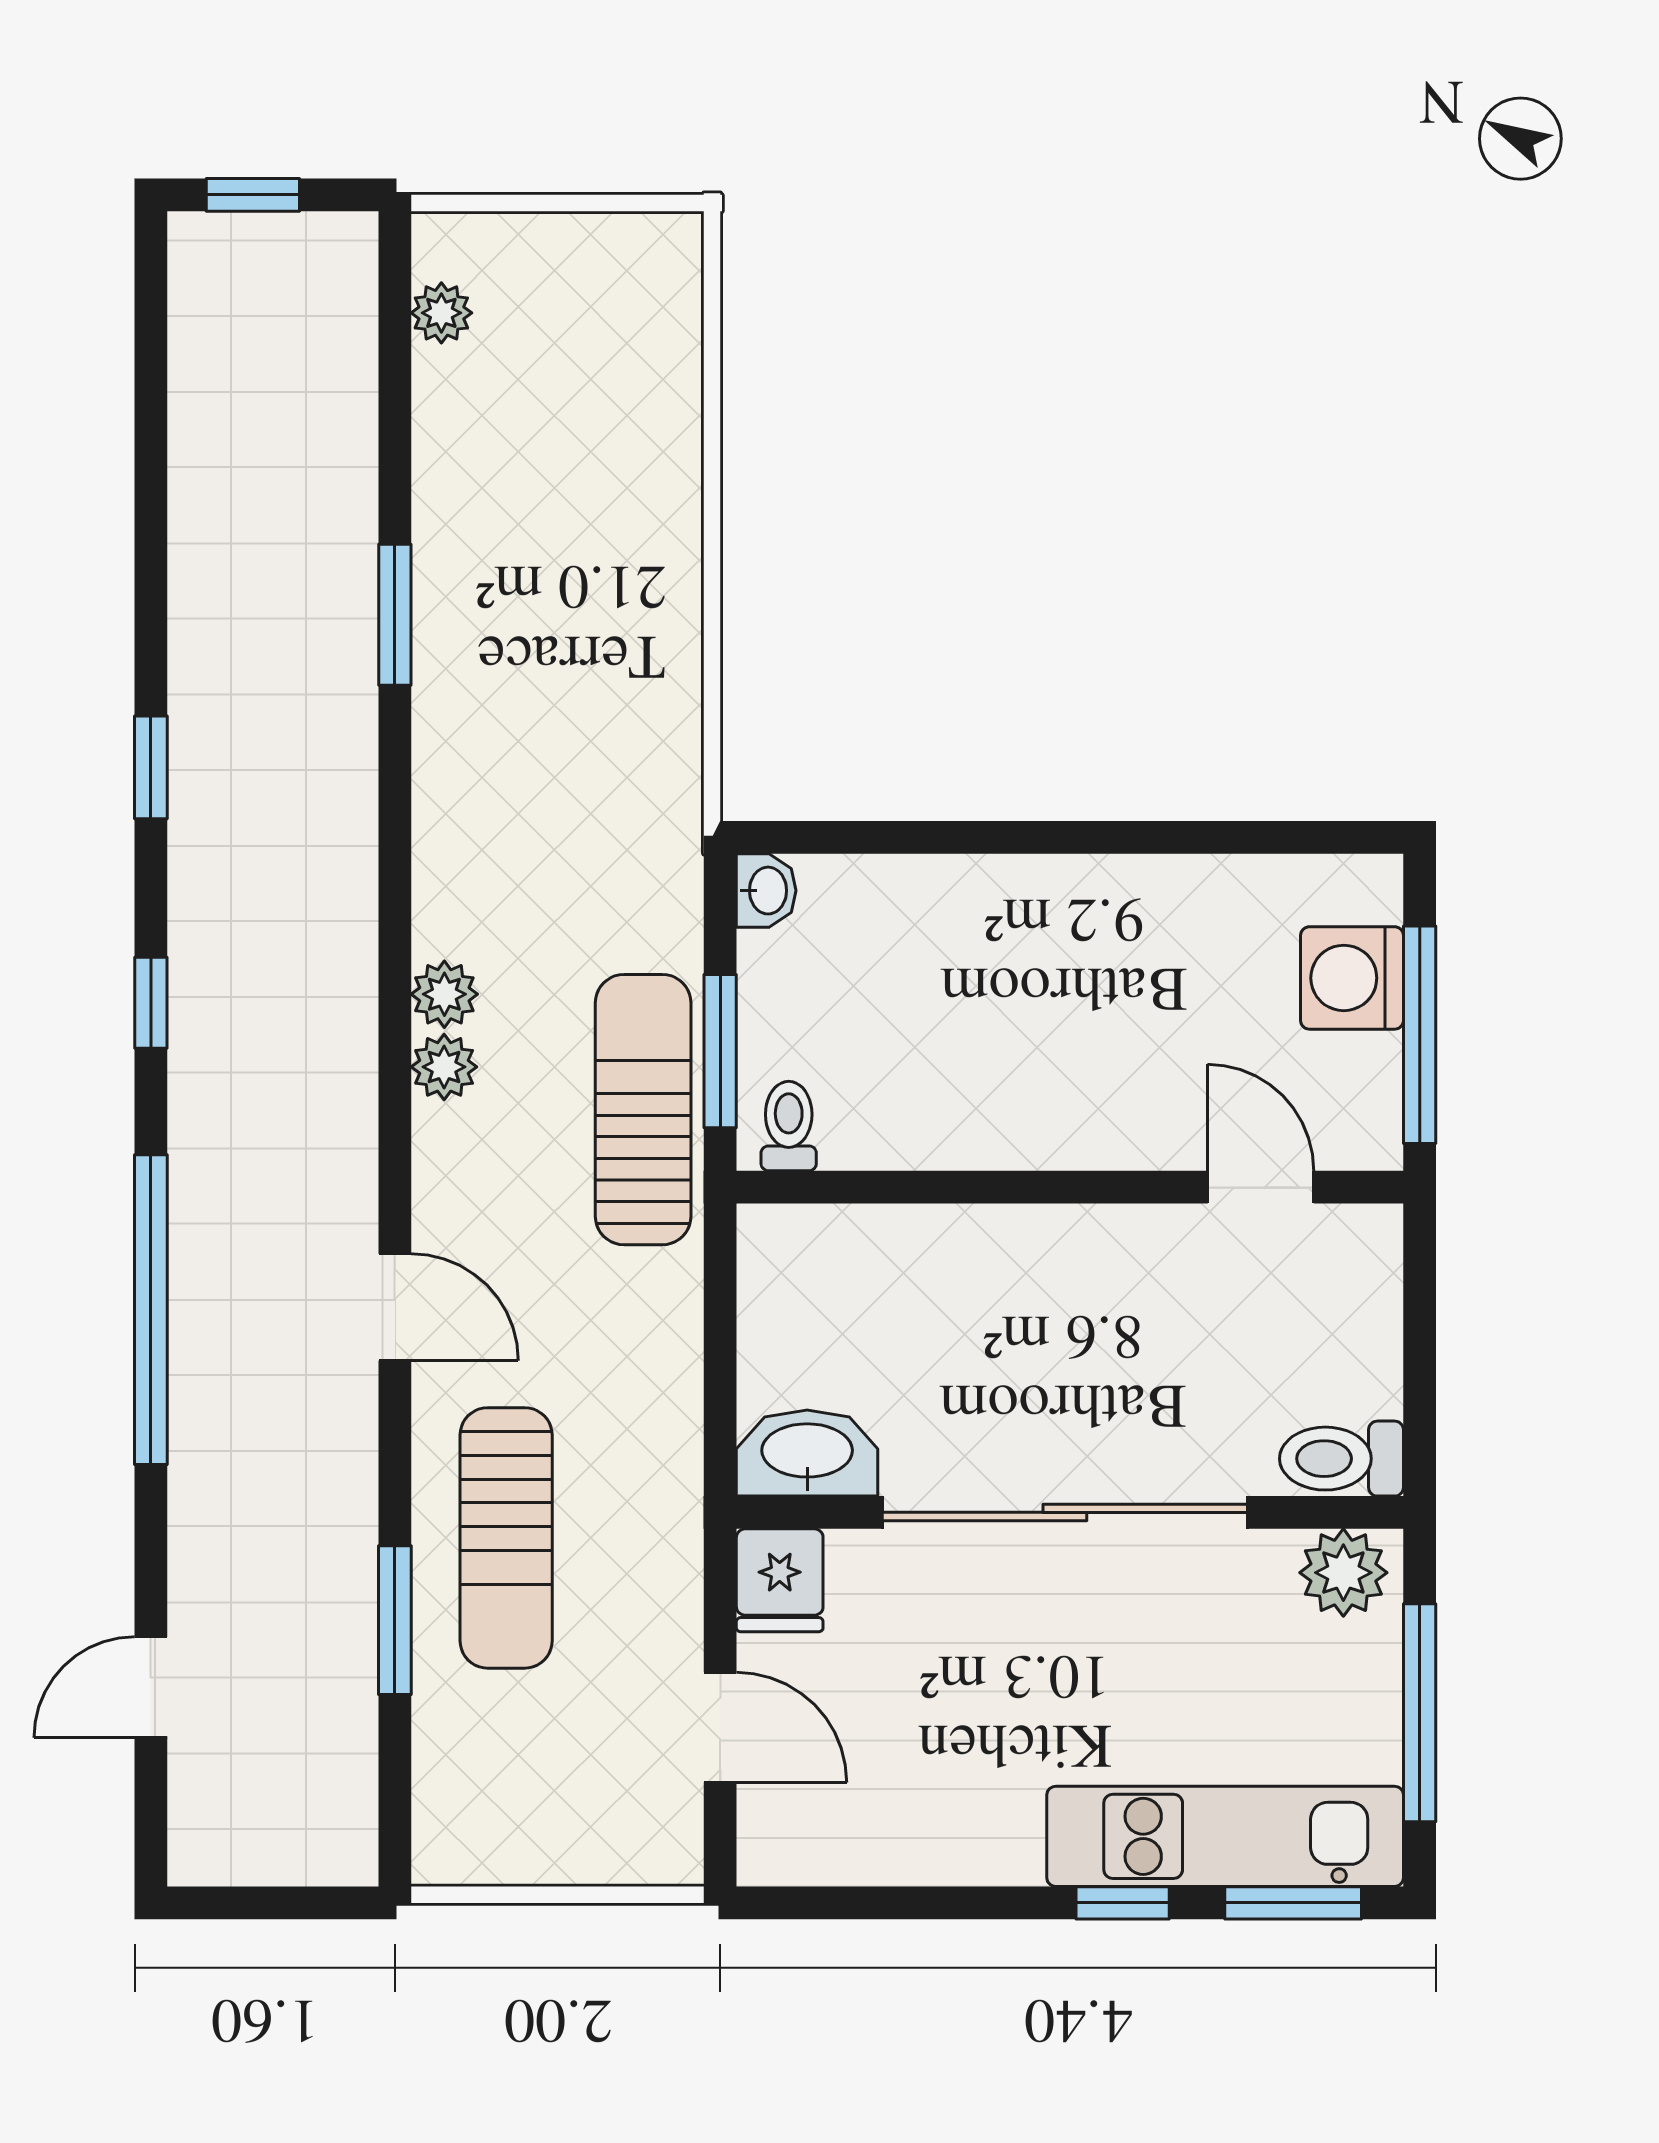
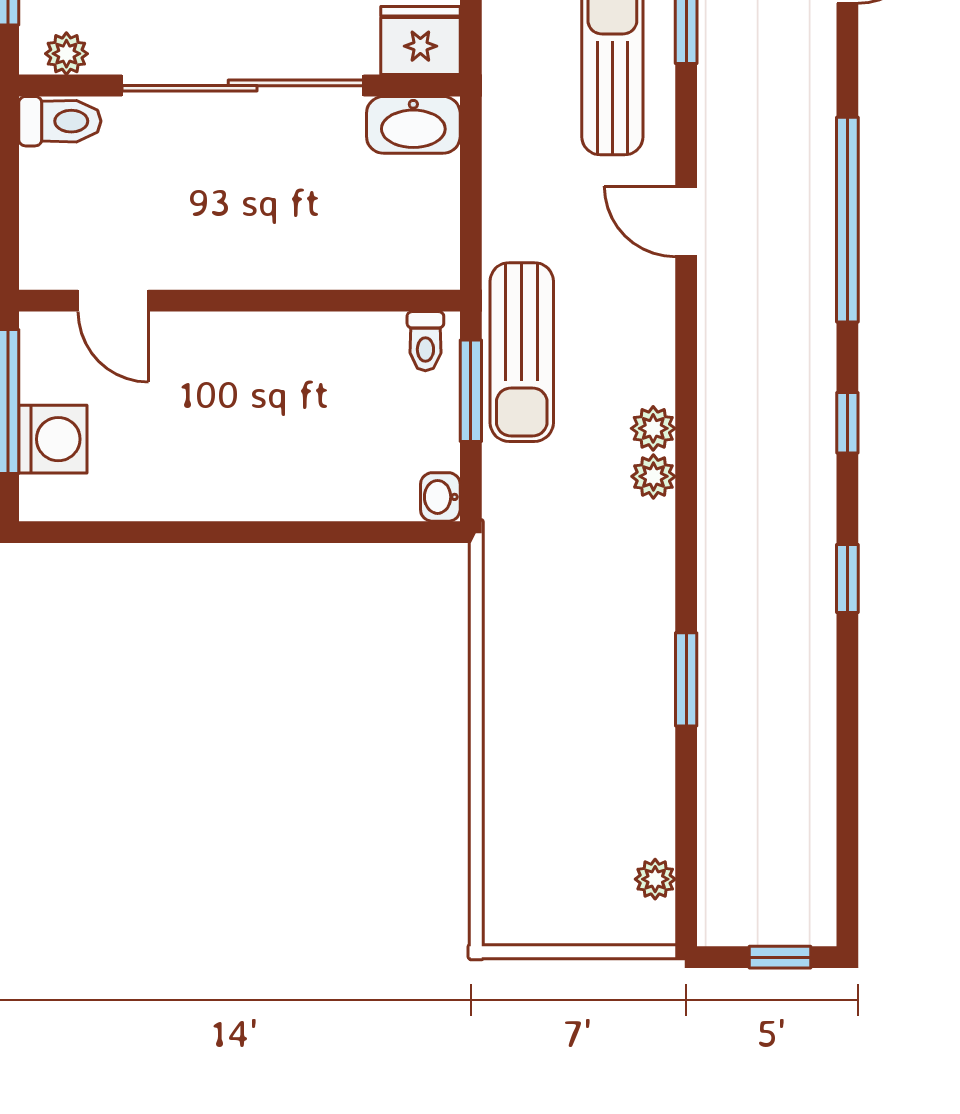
plant: (444, 1067) -> (653, 476), moved
plant: (1343, 1573) -> (66, 54), width x0.73, depth x0.73
fridge: (780, 1580) -> (420, 41), width x1.38

